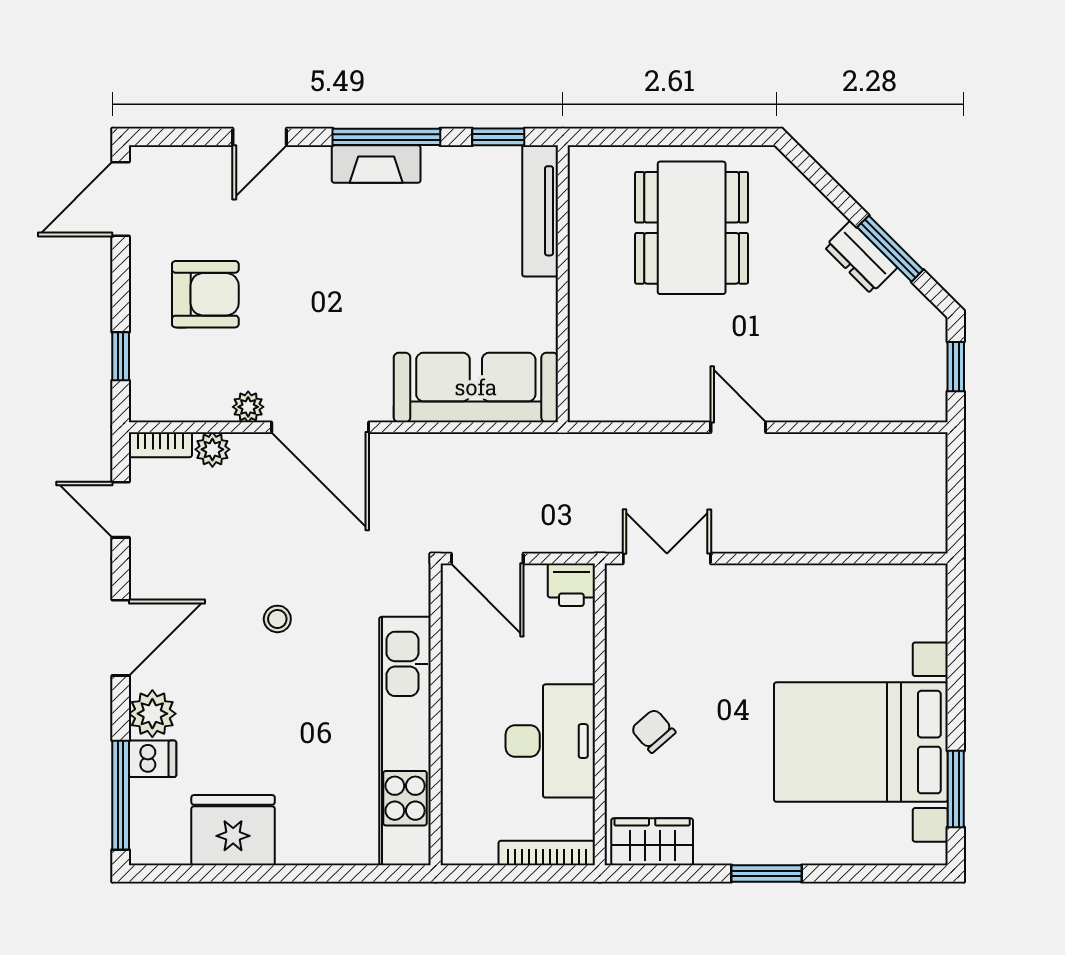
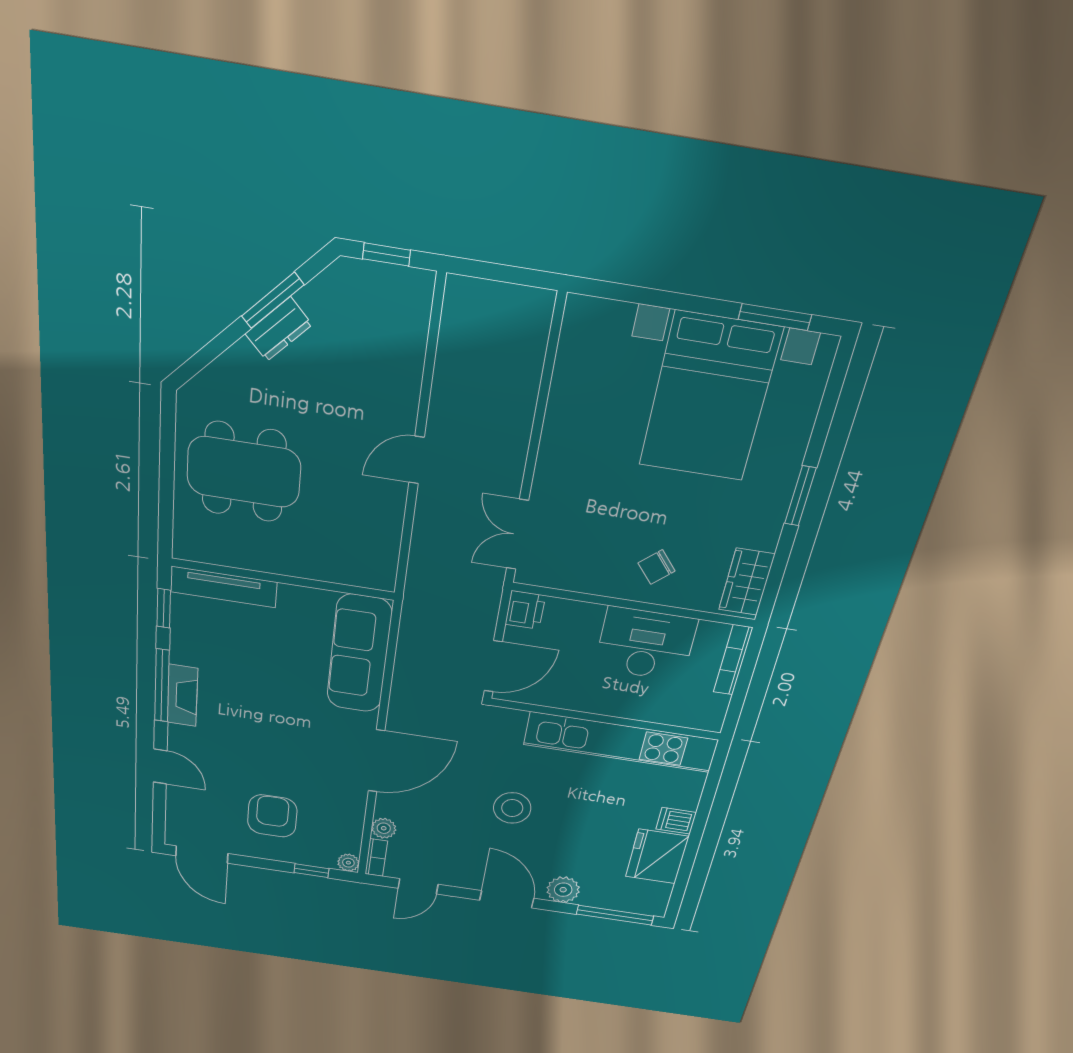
plant: (248, 407) -> (348, 863), moved
stool: (277, 619) -> (512, 808), width x1.89, depth x1.89
dishwasher: (153, 759) -> (676, 821), moved, turned -90

